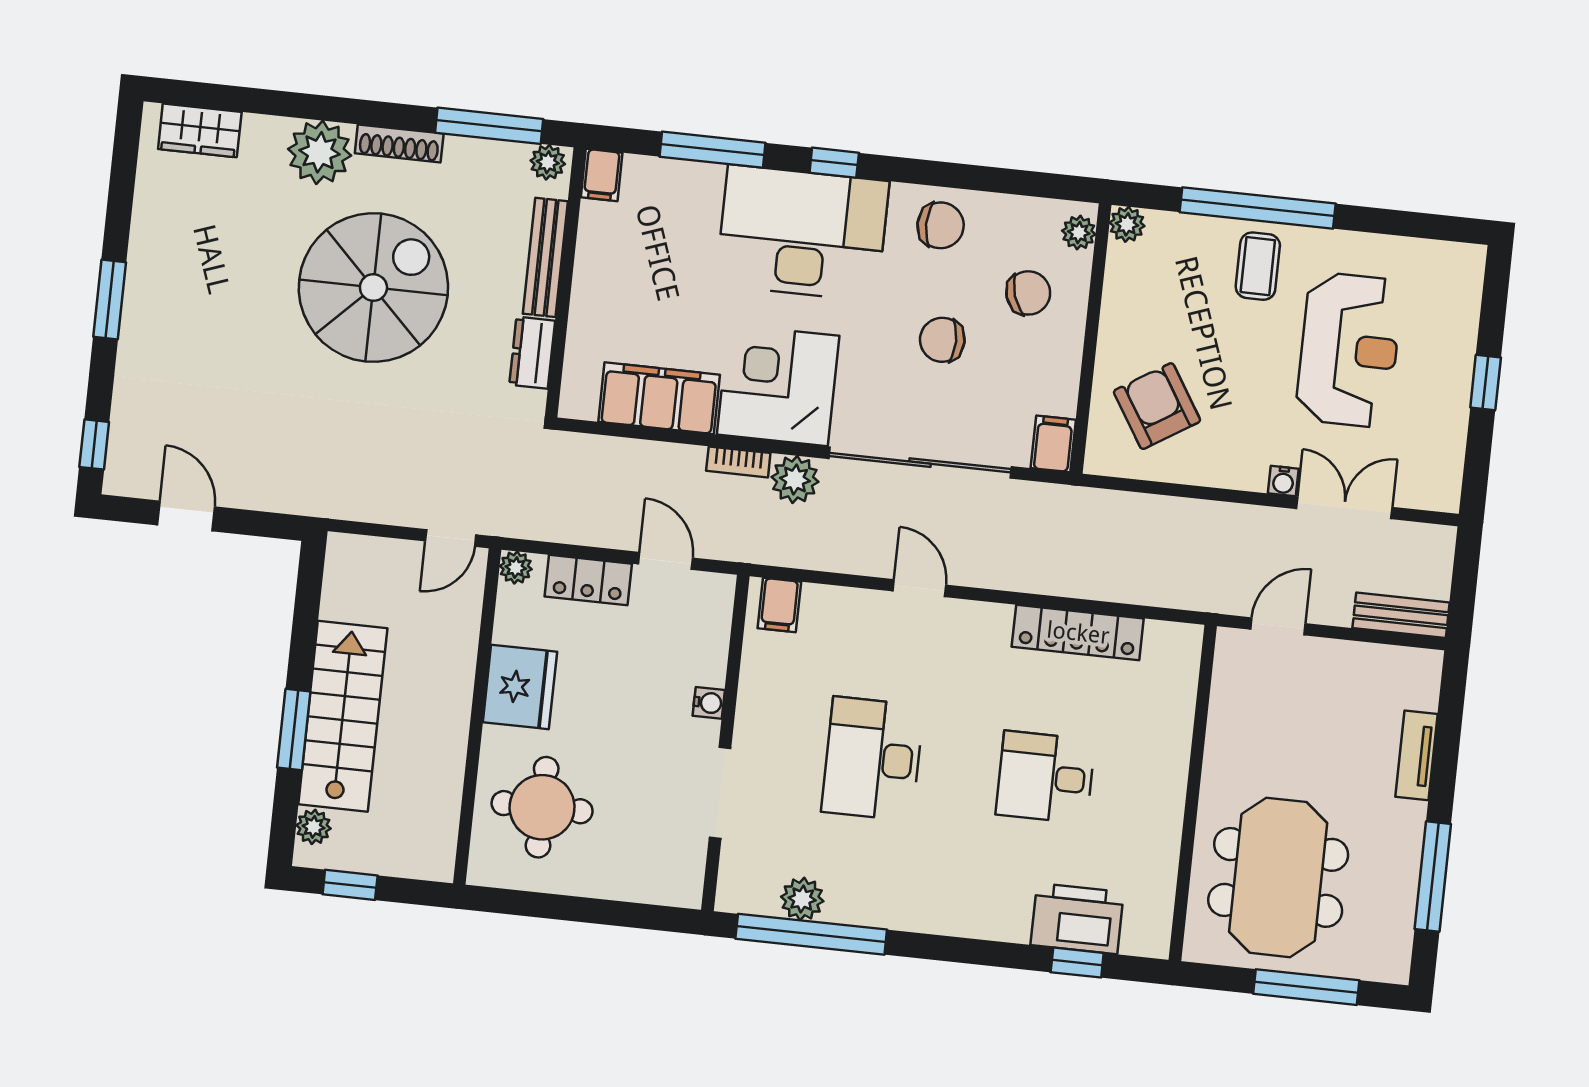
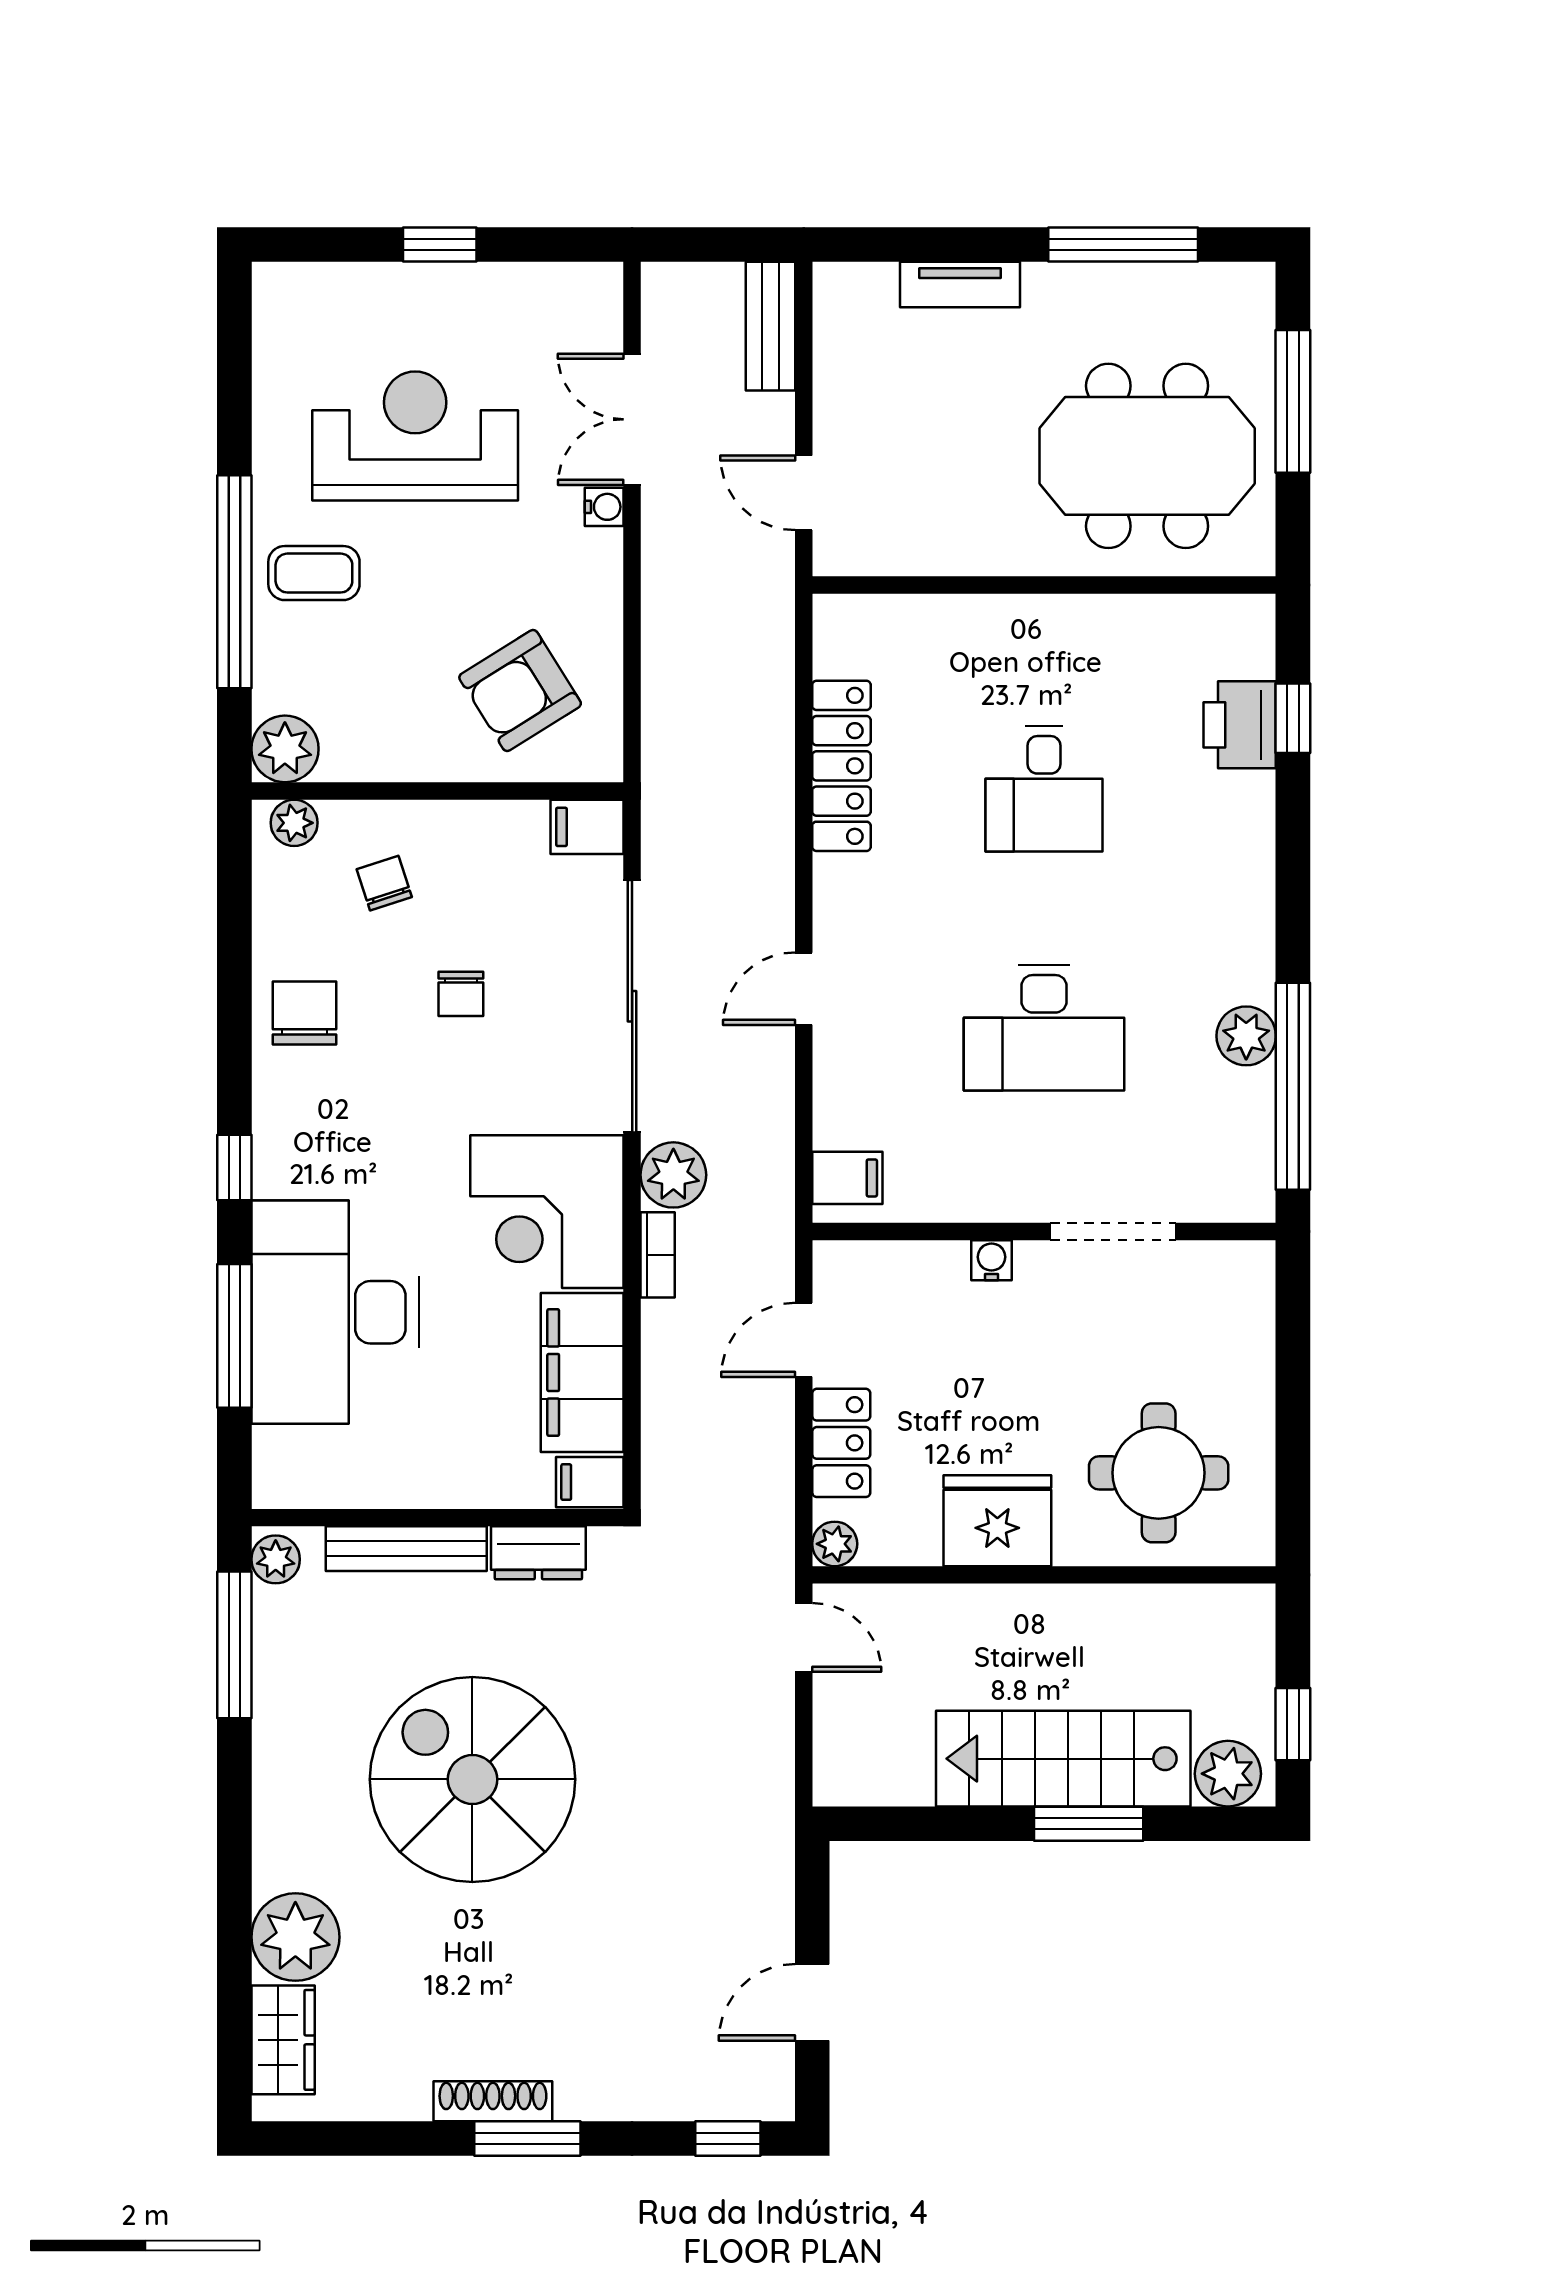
shoe rack: (399, 143) -> (493, 2101), moved, turned -90
plant: (320, 152) -> (295, 1937), moved
filing cabinet: (602, 175) -> (590, 1482), moved, turned 180
plant: (1127, 224) -> (285, 749), width x1.38, depth x1.38
desk: (802, 233) -> (335, 1312), moved
chair: (1028, 293) -> (384, 883), width x0.73, depth x0.73
chair: (942, 340) -> (461, 994), width x0.73, depth x0.73
plant: (313, 827) -> (1228, 1774), width x1.38, depth x1.38
plant: (802, 899) -> (1246, 1036), moved
printer: (1077, 919) -> (1240, 725), width x0.73, depth x0.84

